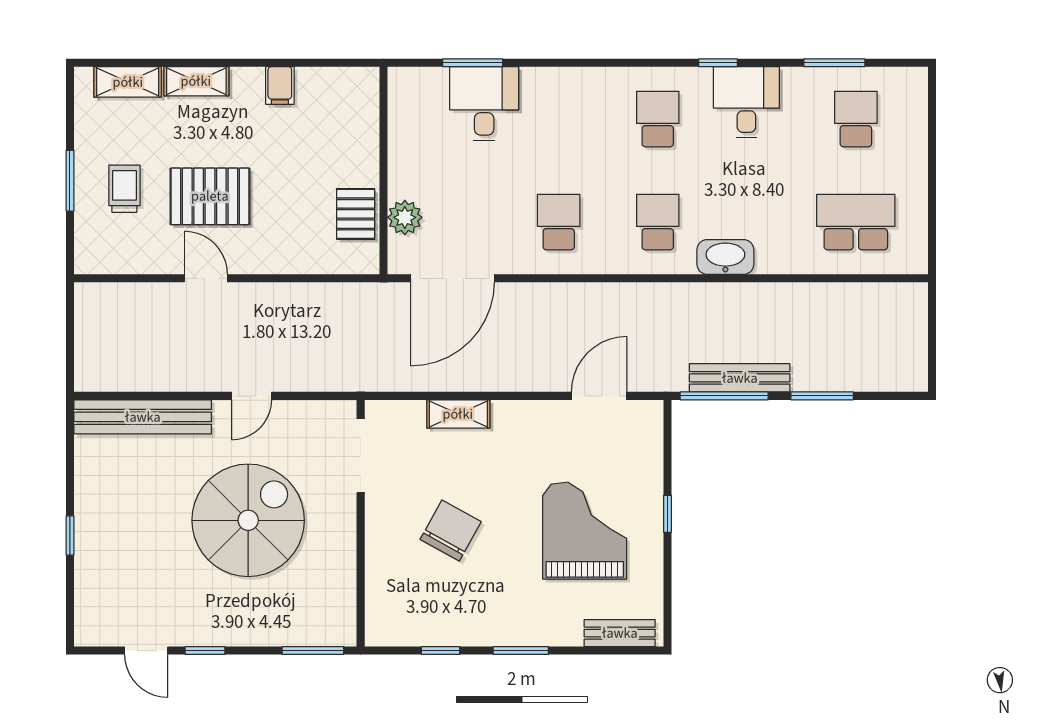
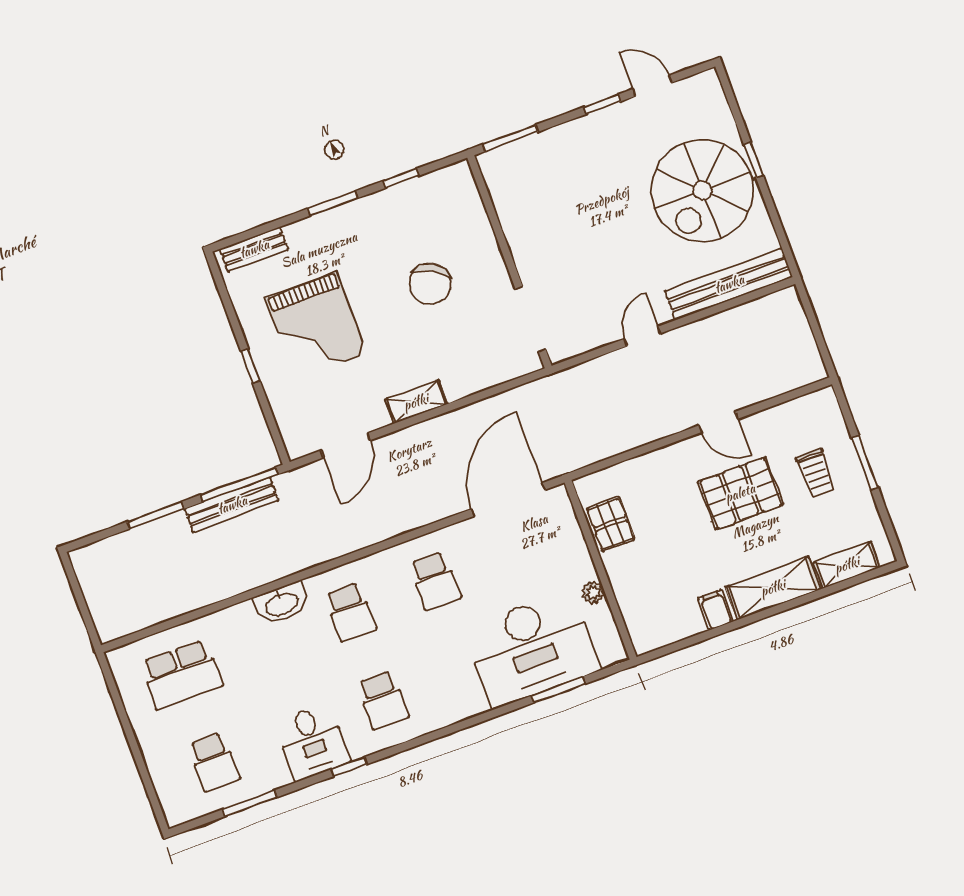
shelving: (196, 81) -> (773, 588), width x1.50, depth x1.33
desk: (484, 104) -> (532, 649), width x1.87, depth x1.30
plant: (405, 217) -> (593, 593), moved, width x0.73, depth x0.73
shelving: (458, 414) -> (416, 402), moved
spiral stairs: (248, 520) -> (702, 191), moved

